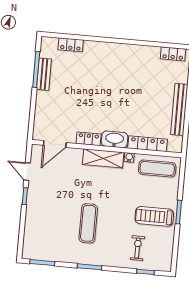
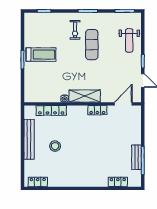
stool: (147, 98) -> (55, 146), added
washbasin: (115, 139) -> (77, 112), removed
exercise mat: (157, 168) -> (42, 92), removed
weight bench: (40, 224) -> (129, 40), added
exercise bike: (137, 248) -> (75, 30), moved

